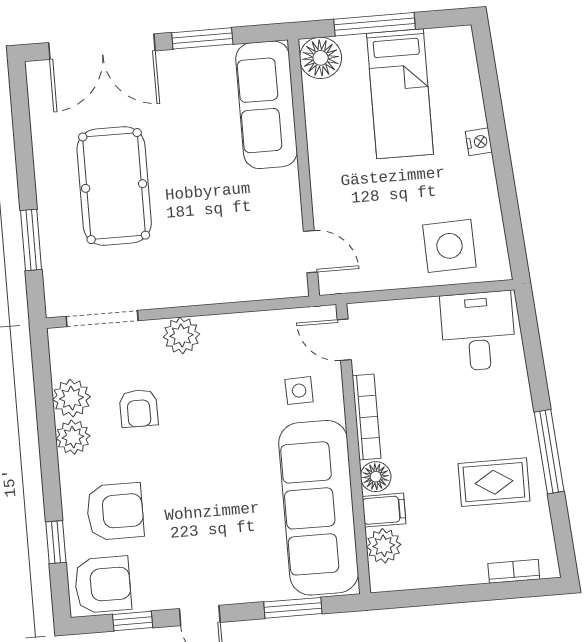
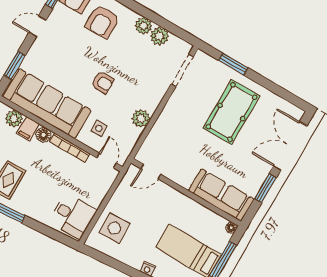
floor lamp: (321, 58) -> (231, 228), width x0.53, depth x0.53
pool table: (114, 186) -> (231, 112), turned 90
plant: (181, 335) -> (141, 119), moved
door: (344, 340) -> (106, 160), hinge flipped
armchair: (139, 408) -> (103, 82), moved, turned 180

